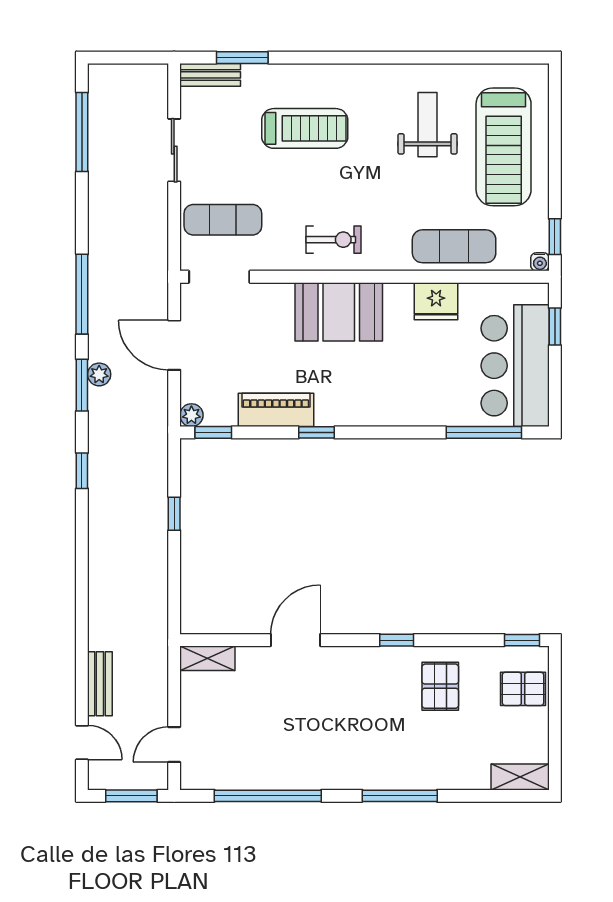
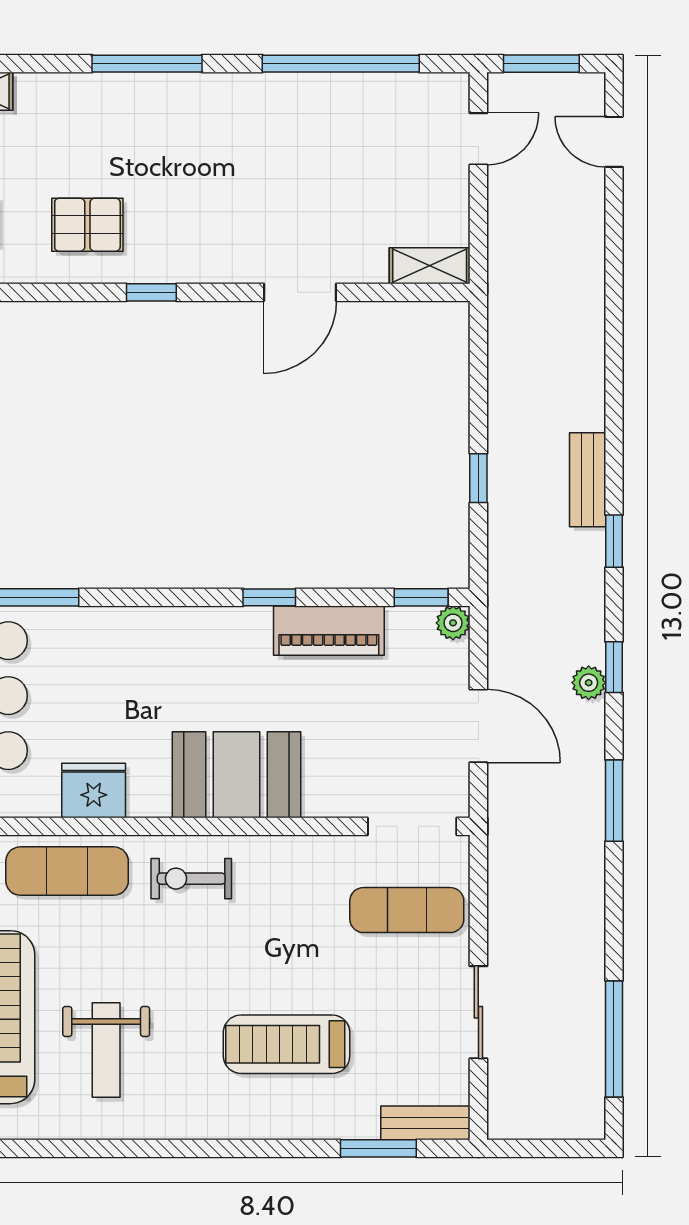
exercise bike: (333, 240) -> (191, 879), moved
window: (82, 294) -> (614, 801), width x0.69
window: (82, 385) -> (614, 667), width x0.67
bench: (100, 684) -> (588, 480), moved
pallet: (440, 686) -> (87, 225), turned 90

